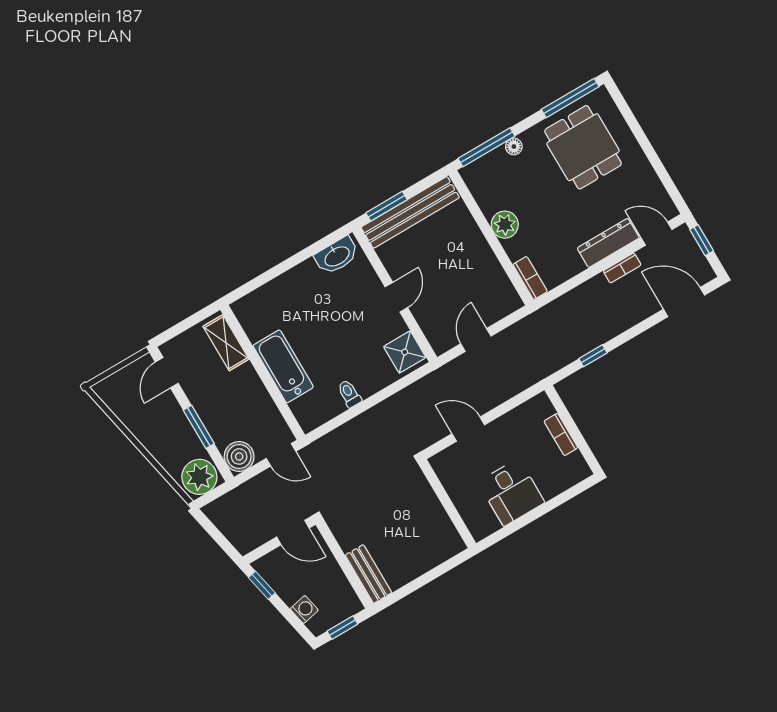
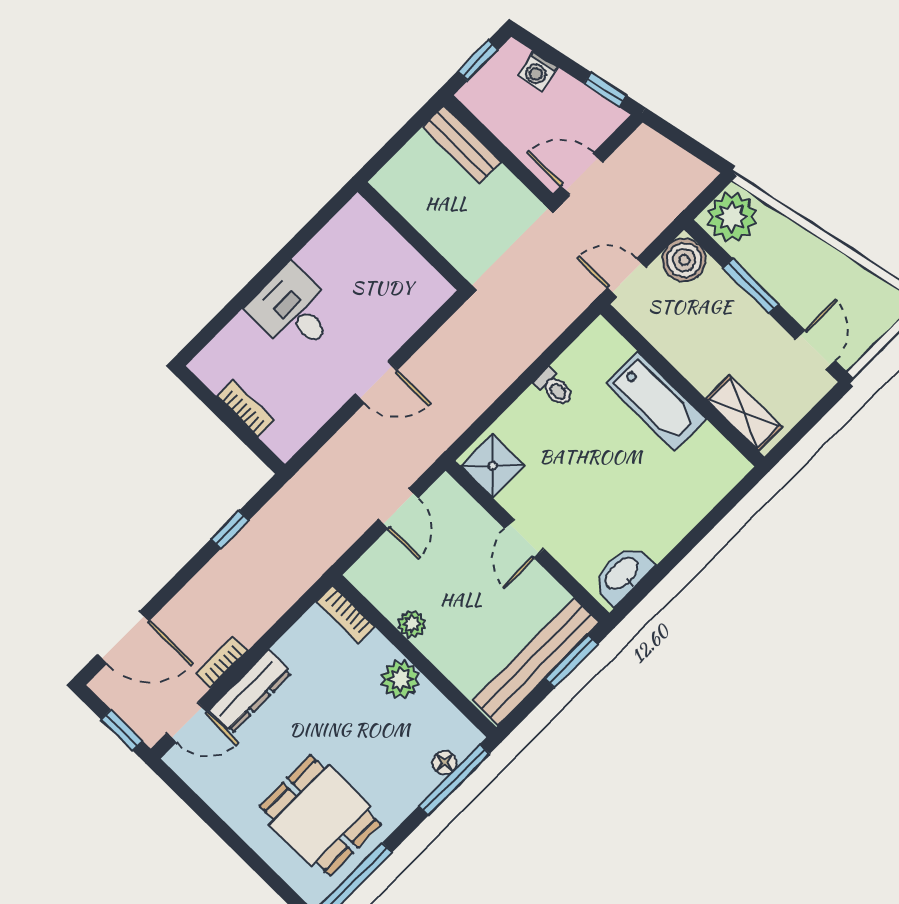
floor lamp: (514, 146) -> (445, 763), moved
plant: (487, 260) -> (412, 624), added
wall: (447, 504) -> (412, 236), moved

